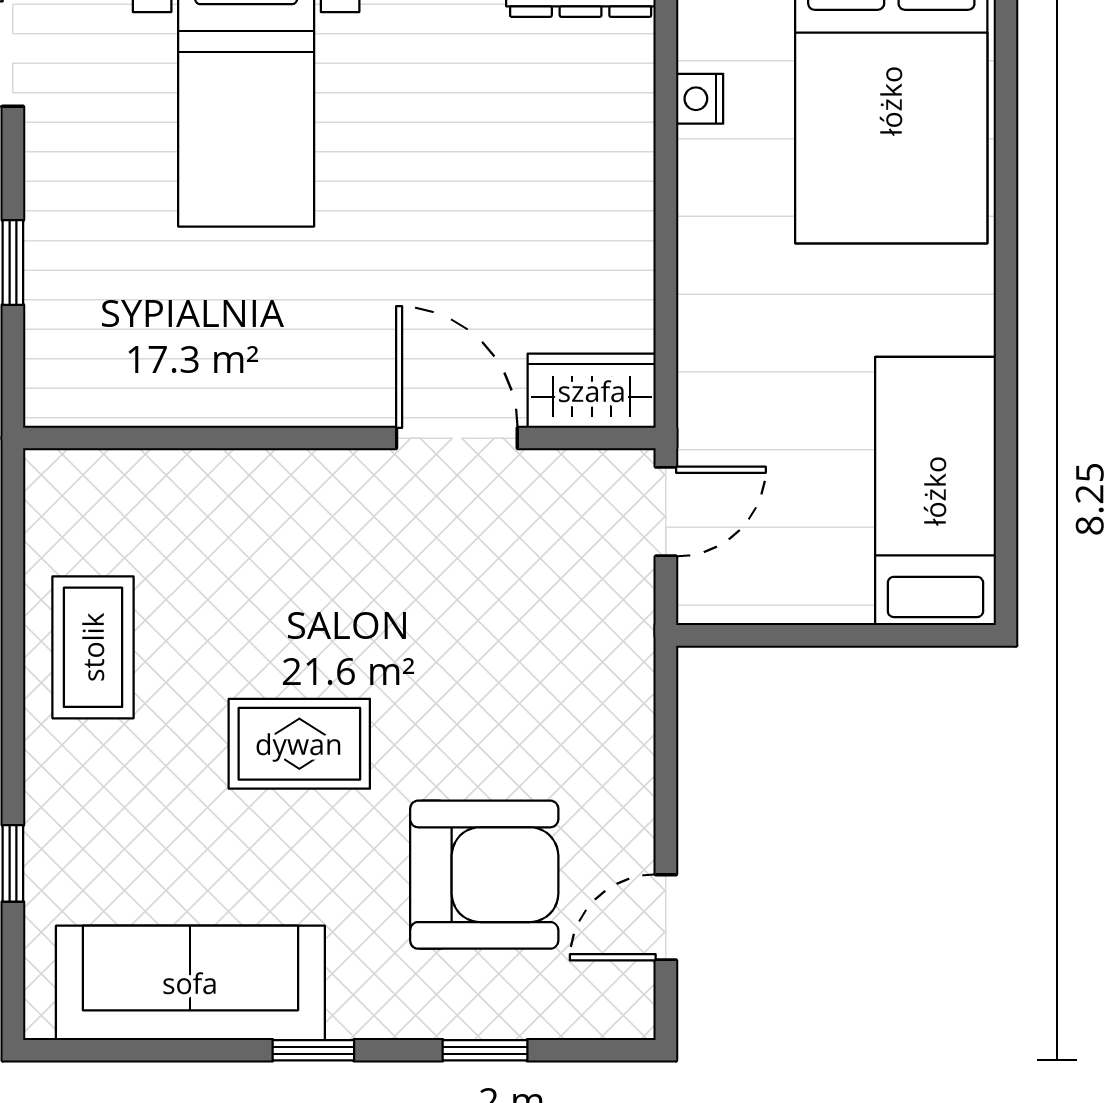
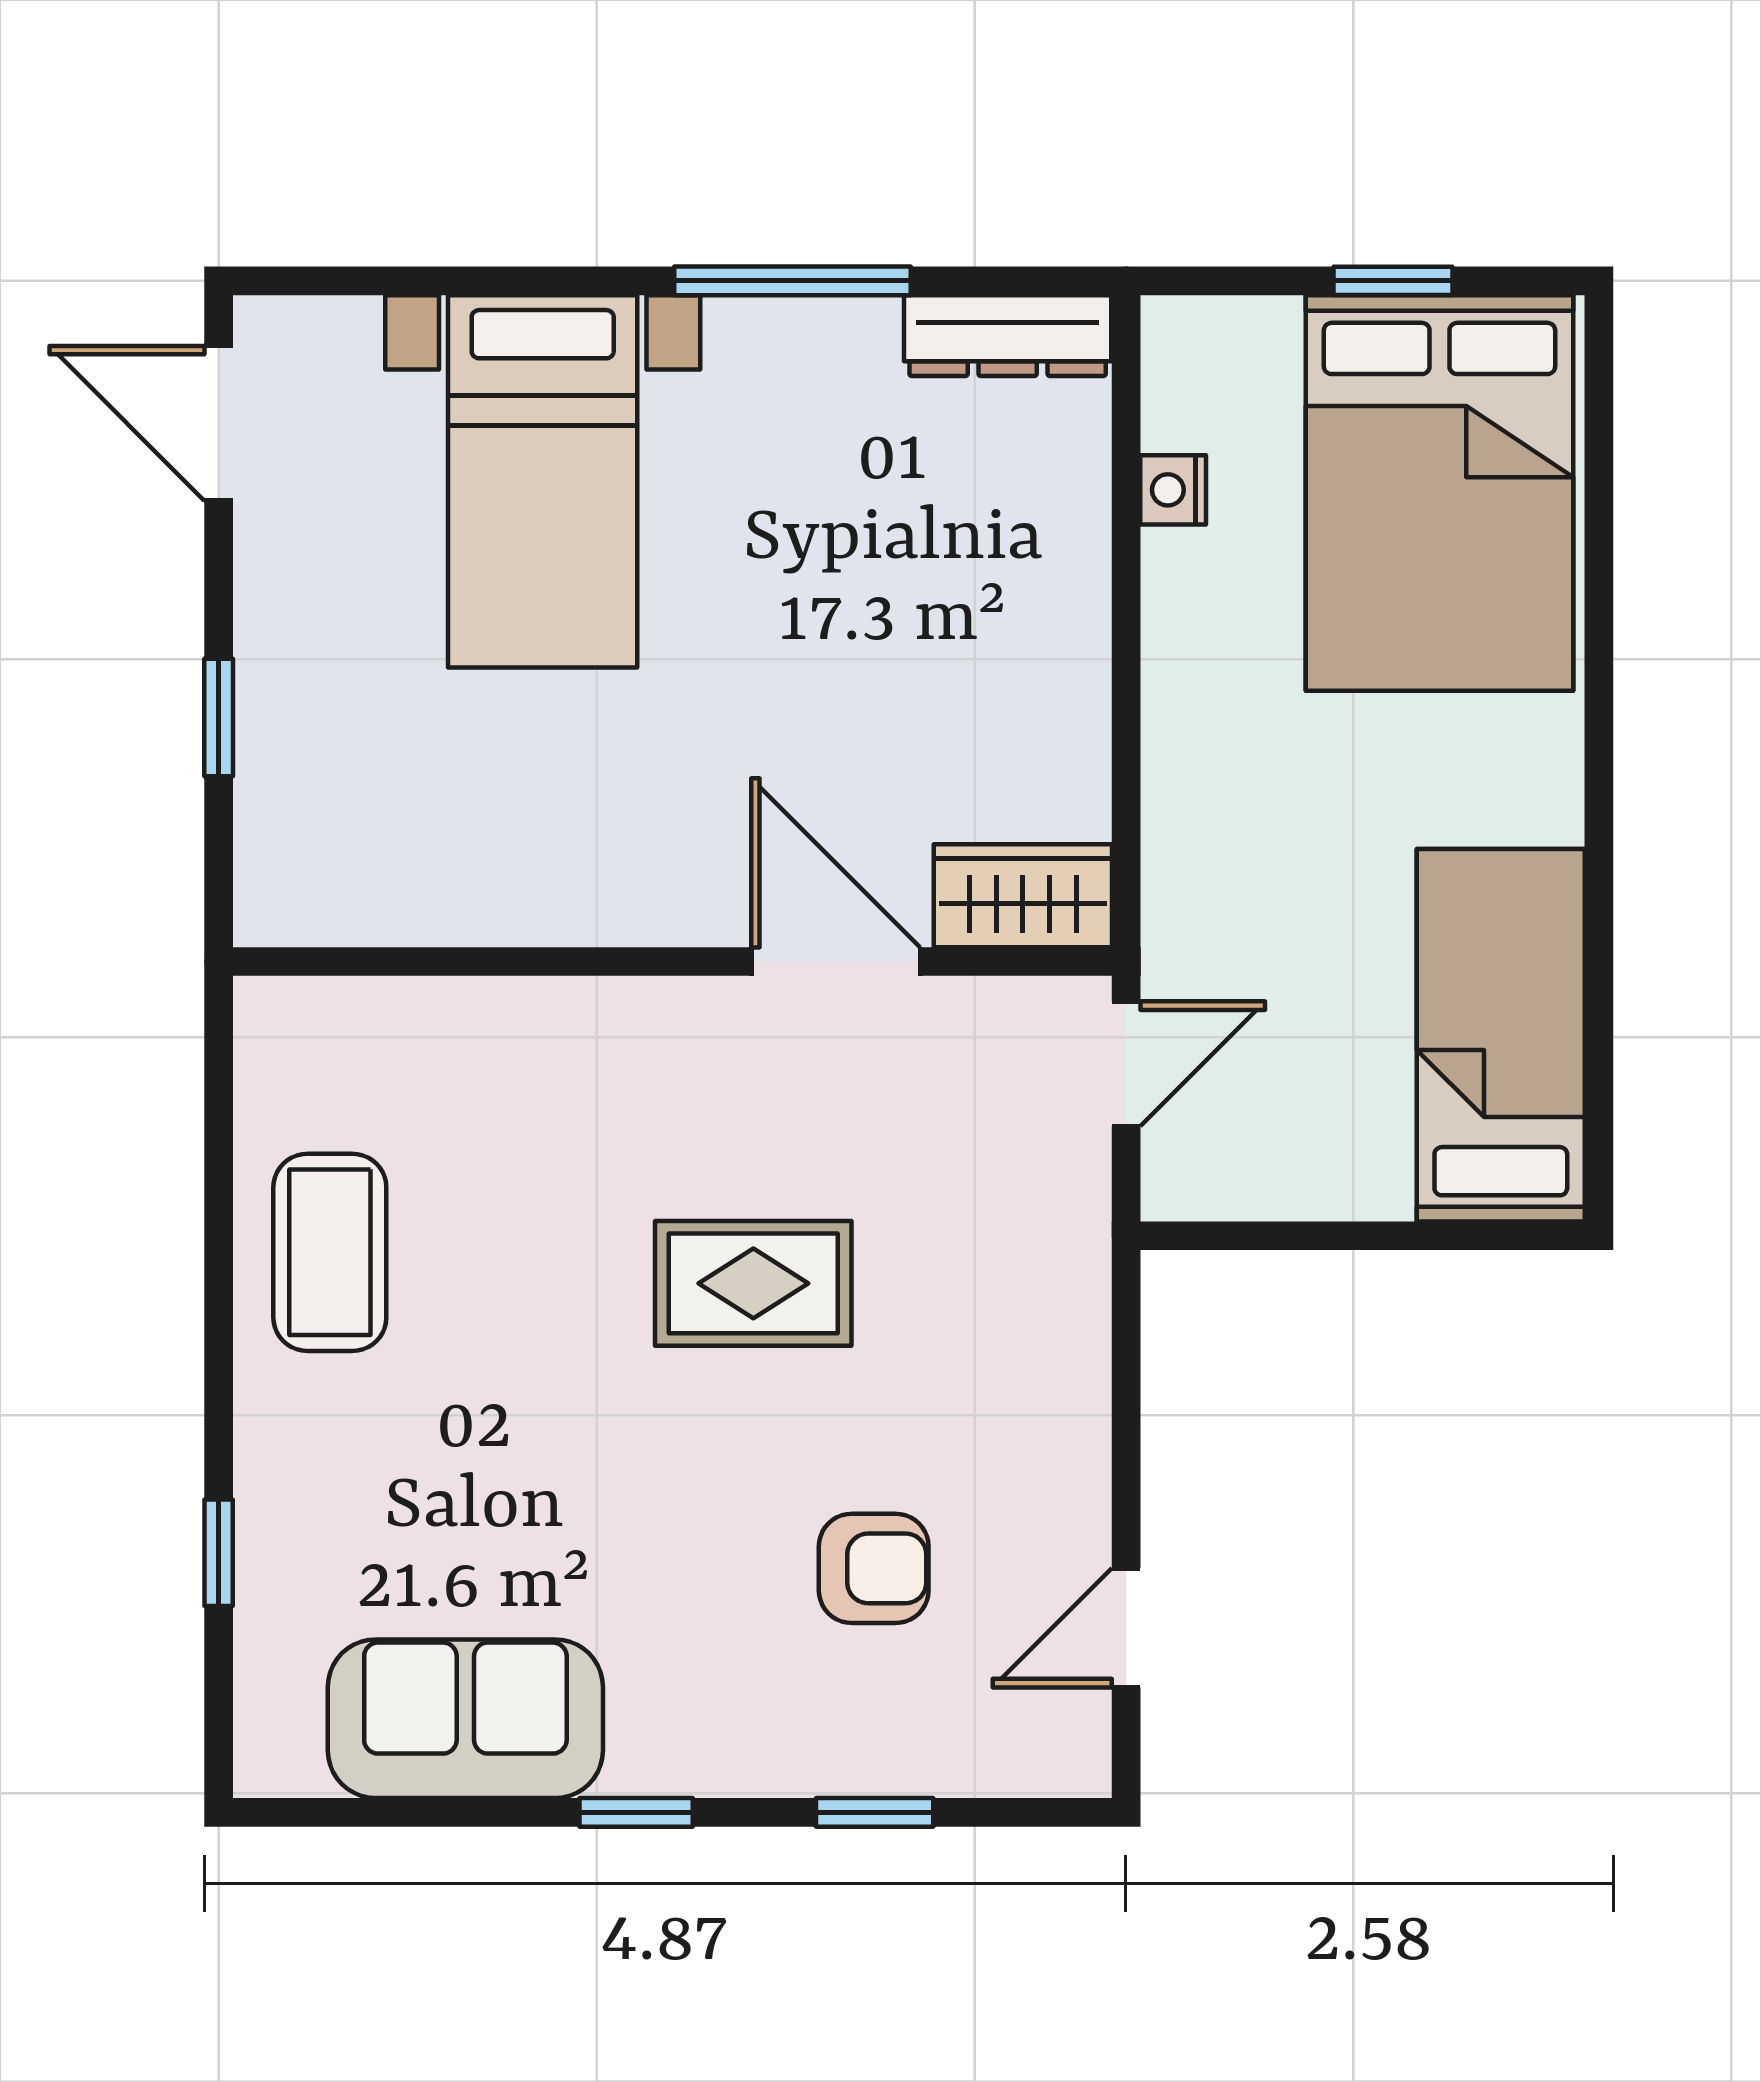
rug: (299, 744) -> (753, 1283), moved
armchair: (484, 875) -> (874, 1568), width x0.53, depth x0.53
sofa: (190, 983) -> (465, 1719), width x0.73

